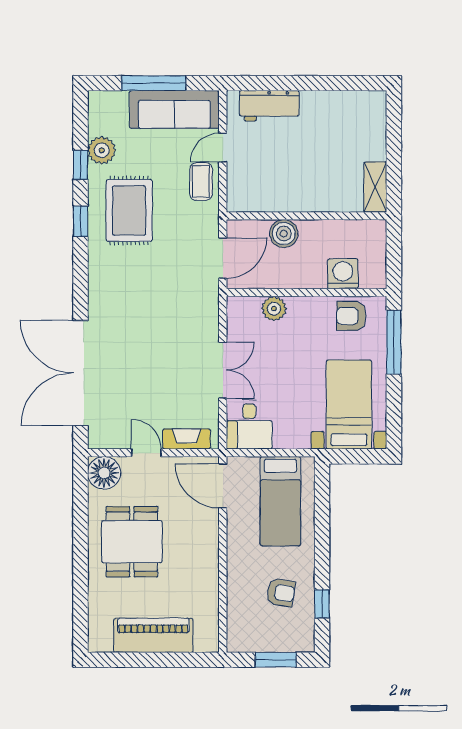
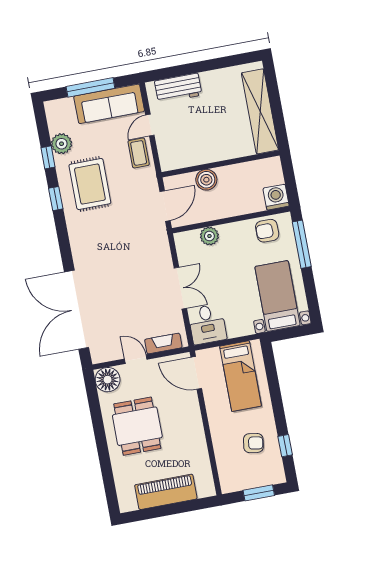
shelving: (375, 187) -> (260, 111), width x2.20, depth x1.33
washing machine: (343, 274) -> (276, 197), moved

